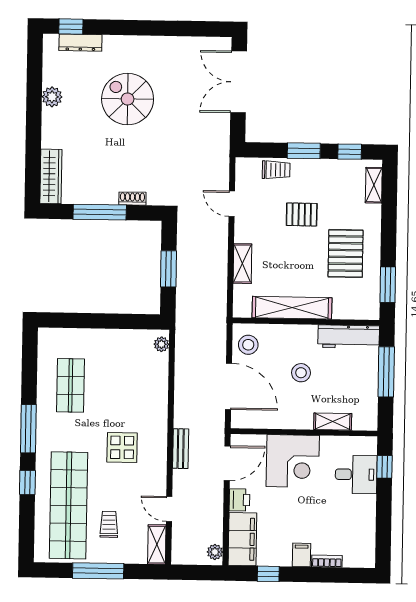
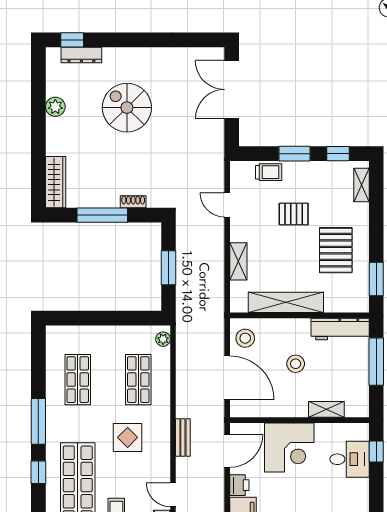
shop shelf: (135, 386) -> (138, 380), added

